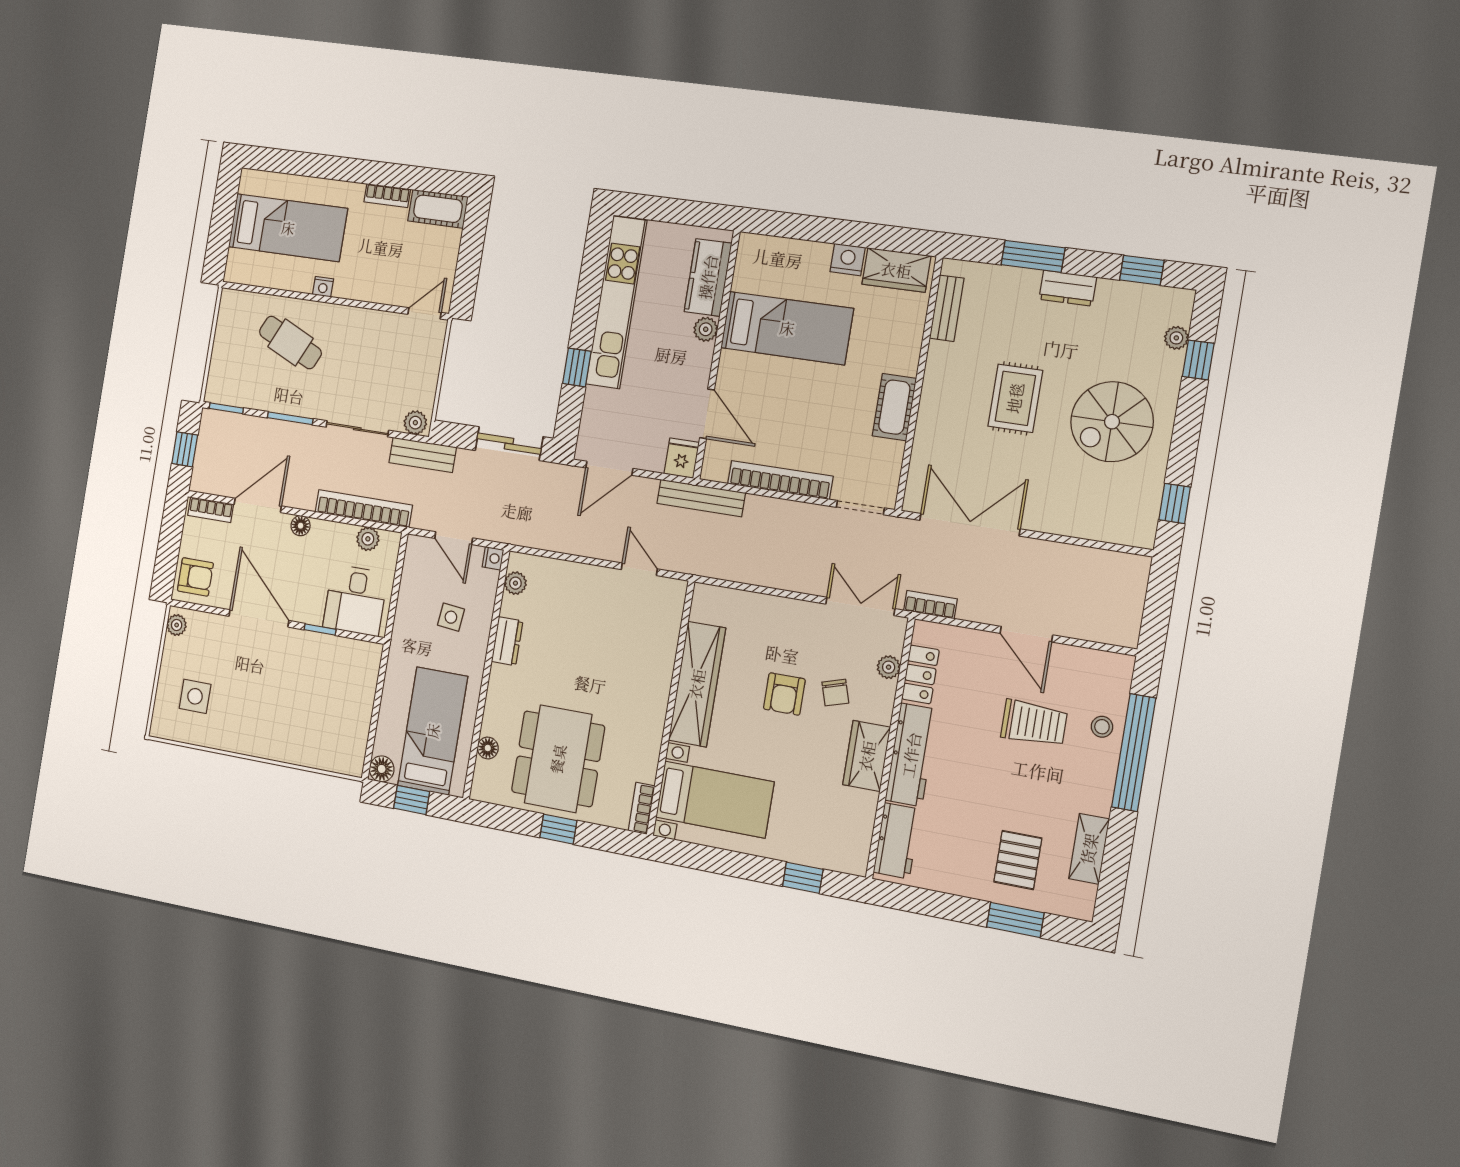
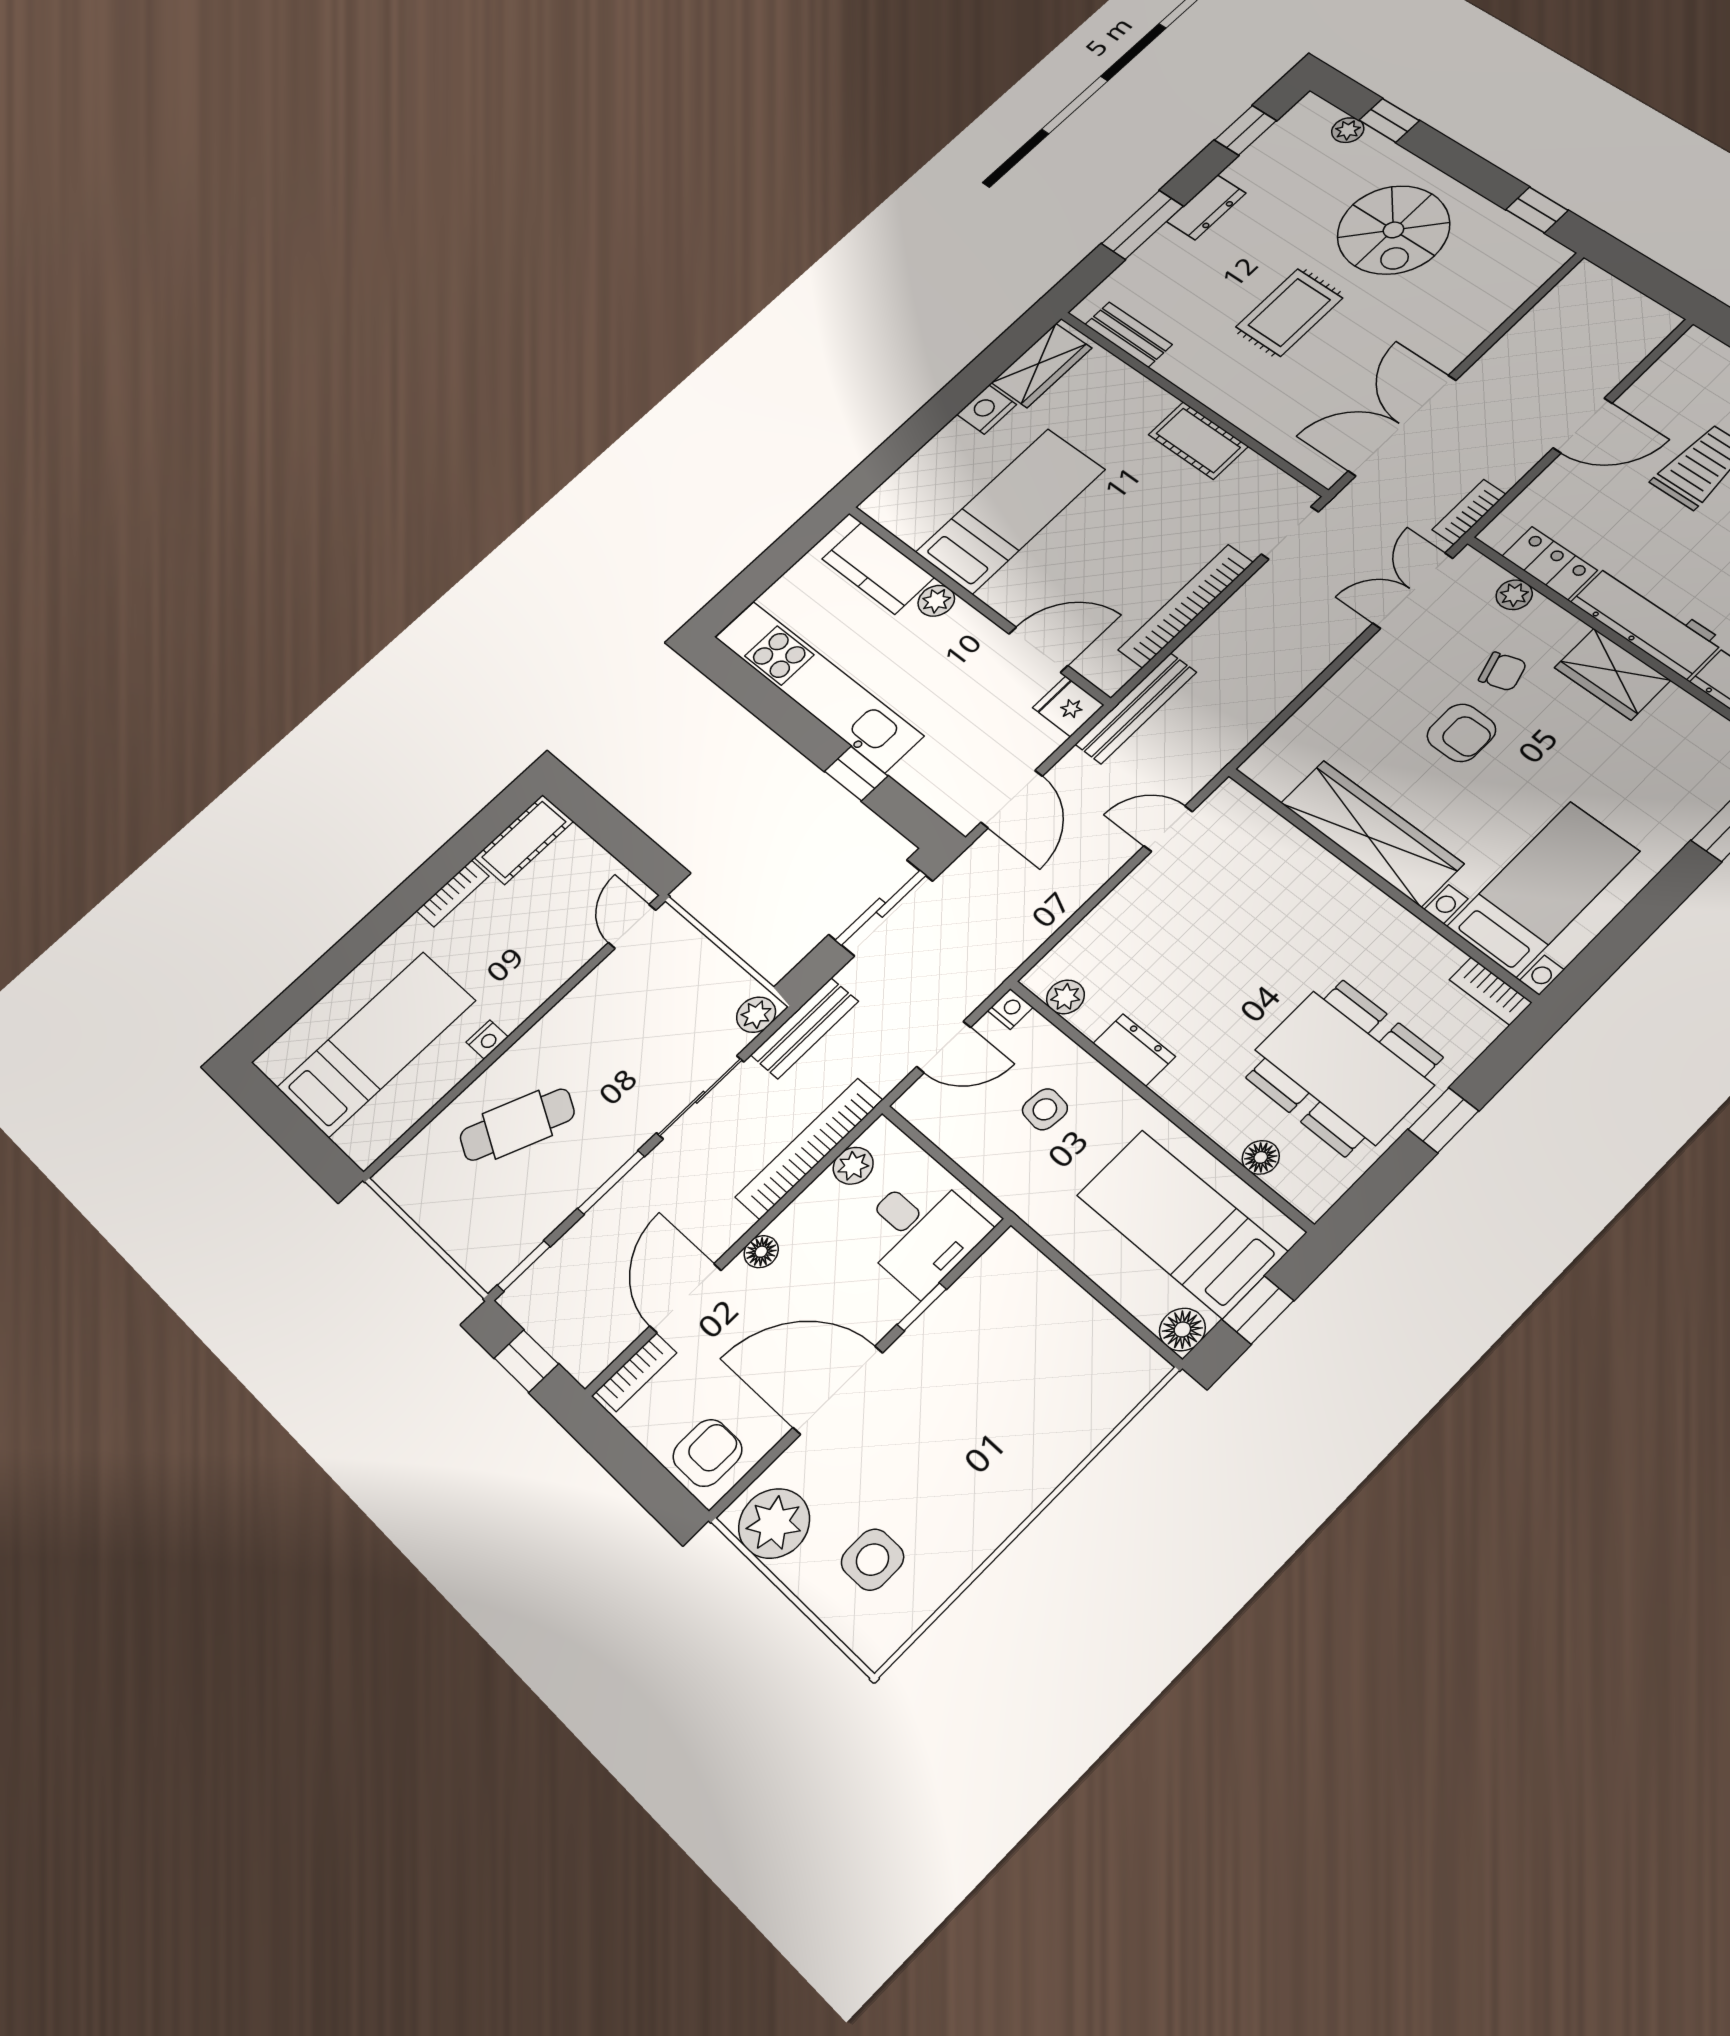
rug: (1015, 398) -> (1289, 312), turned 90
plant: (177, 625) -> (774, 1523), width x1.88, depth x1.88

